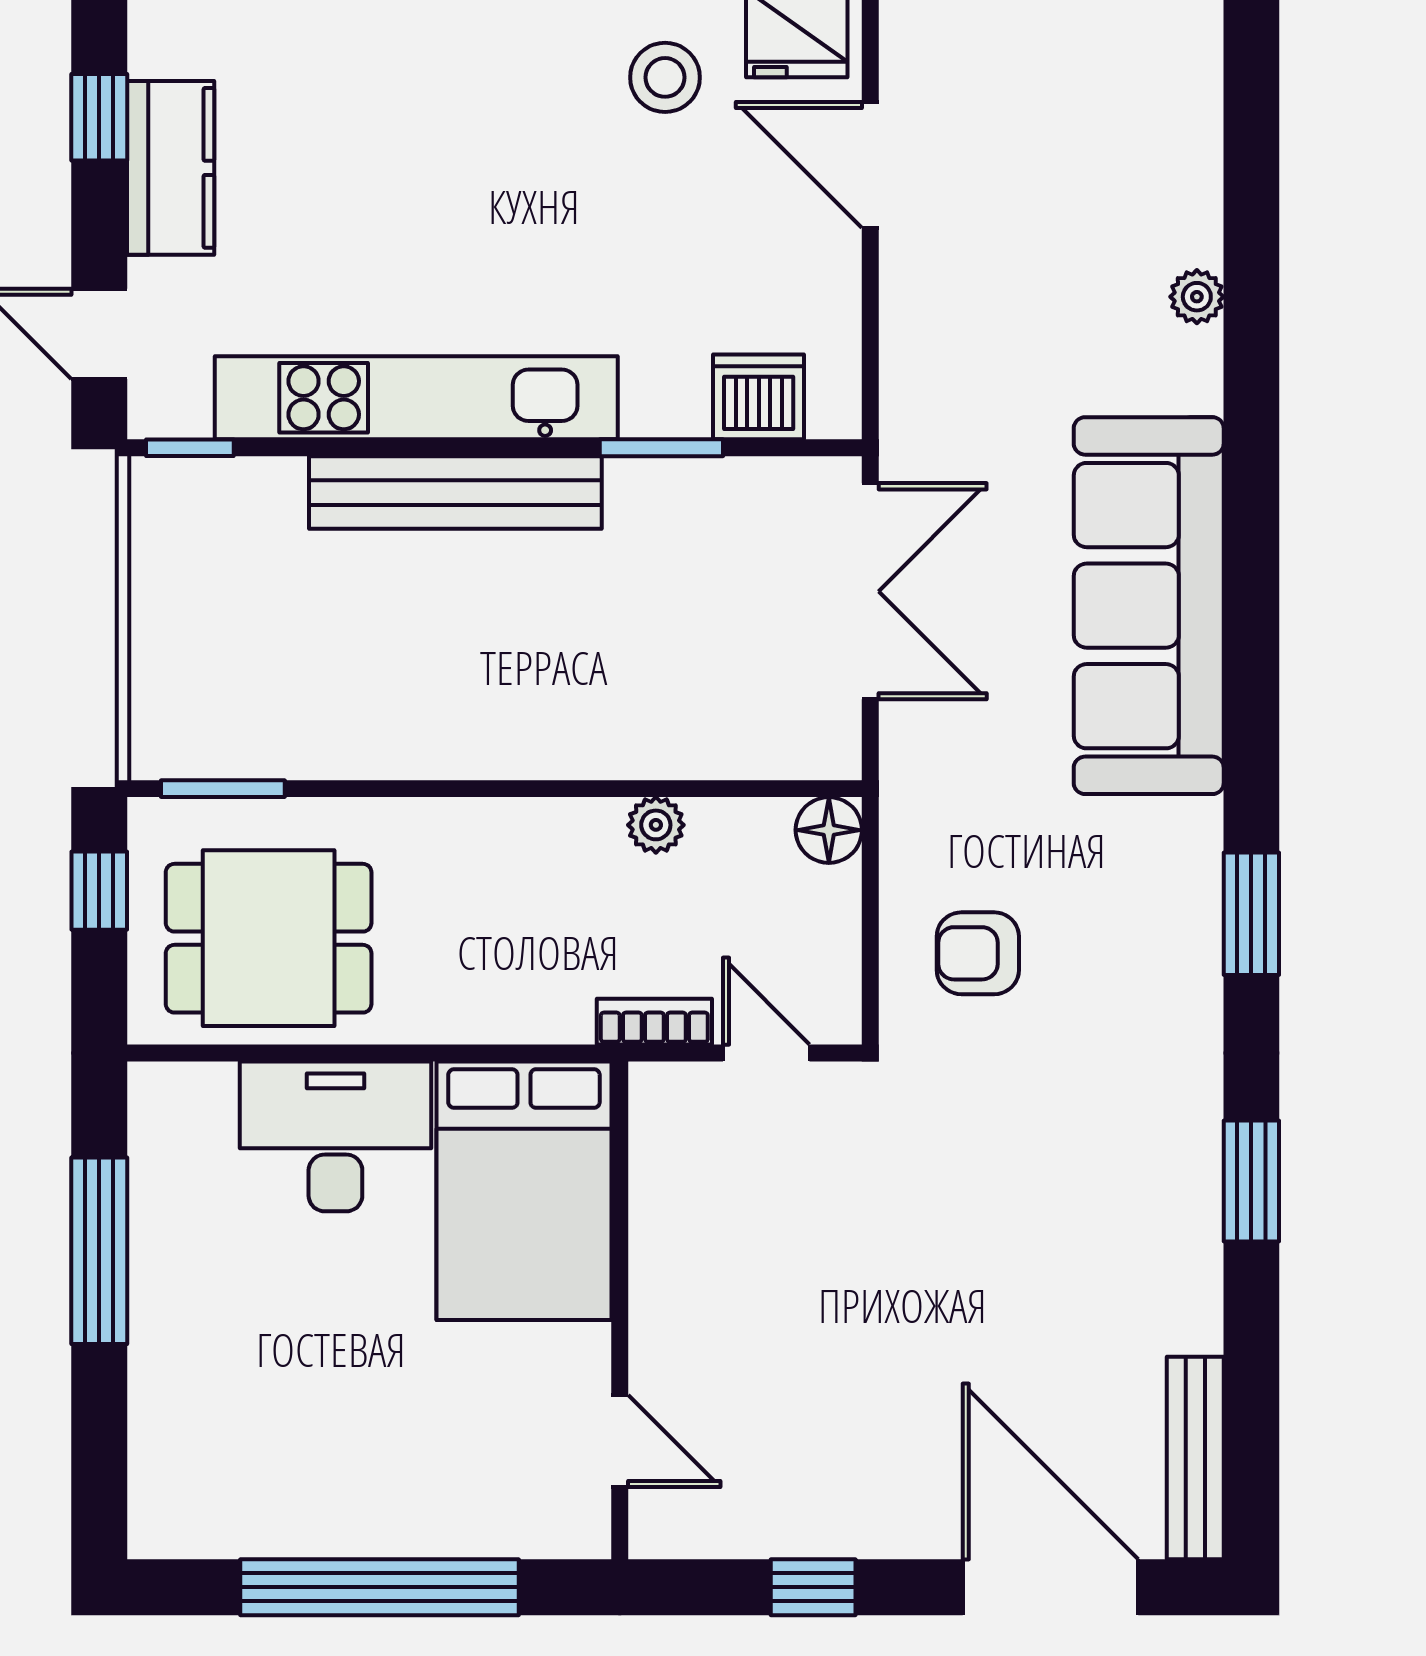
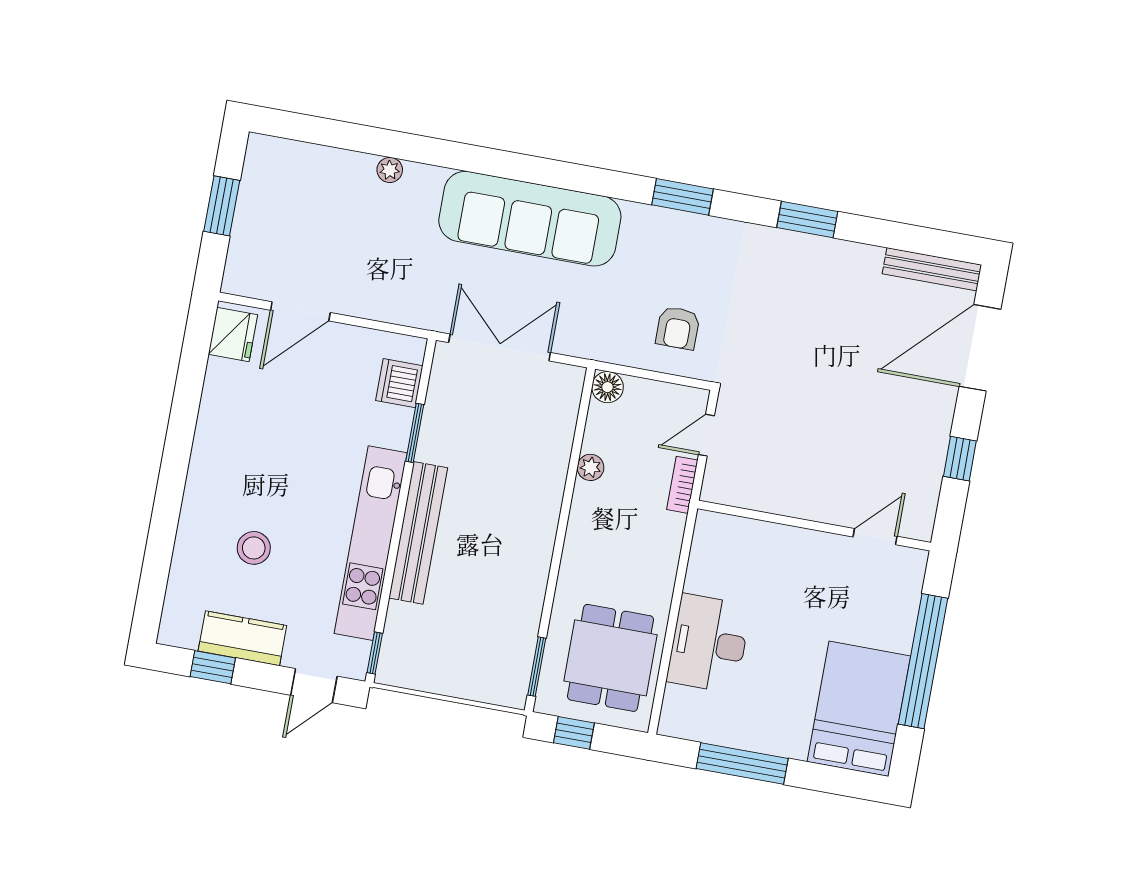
stool: (665, 77) -> (254, 548), moved
bed: (524, 1191) -> (859, 709), moved, turned -90

